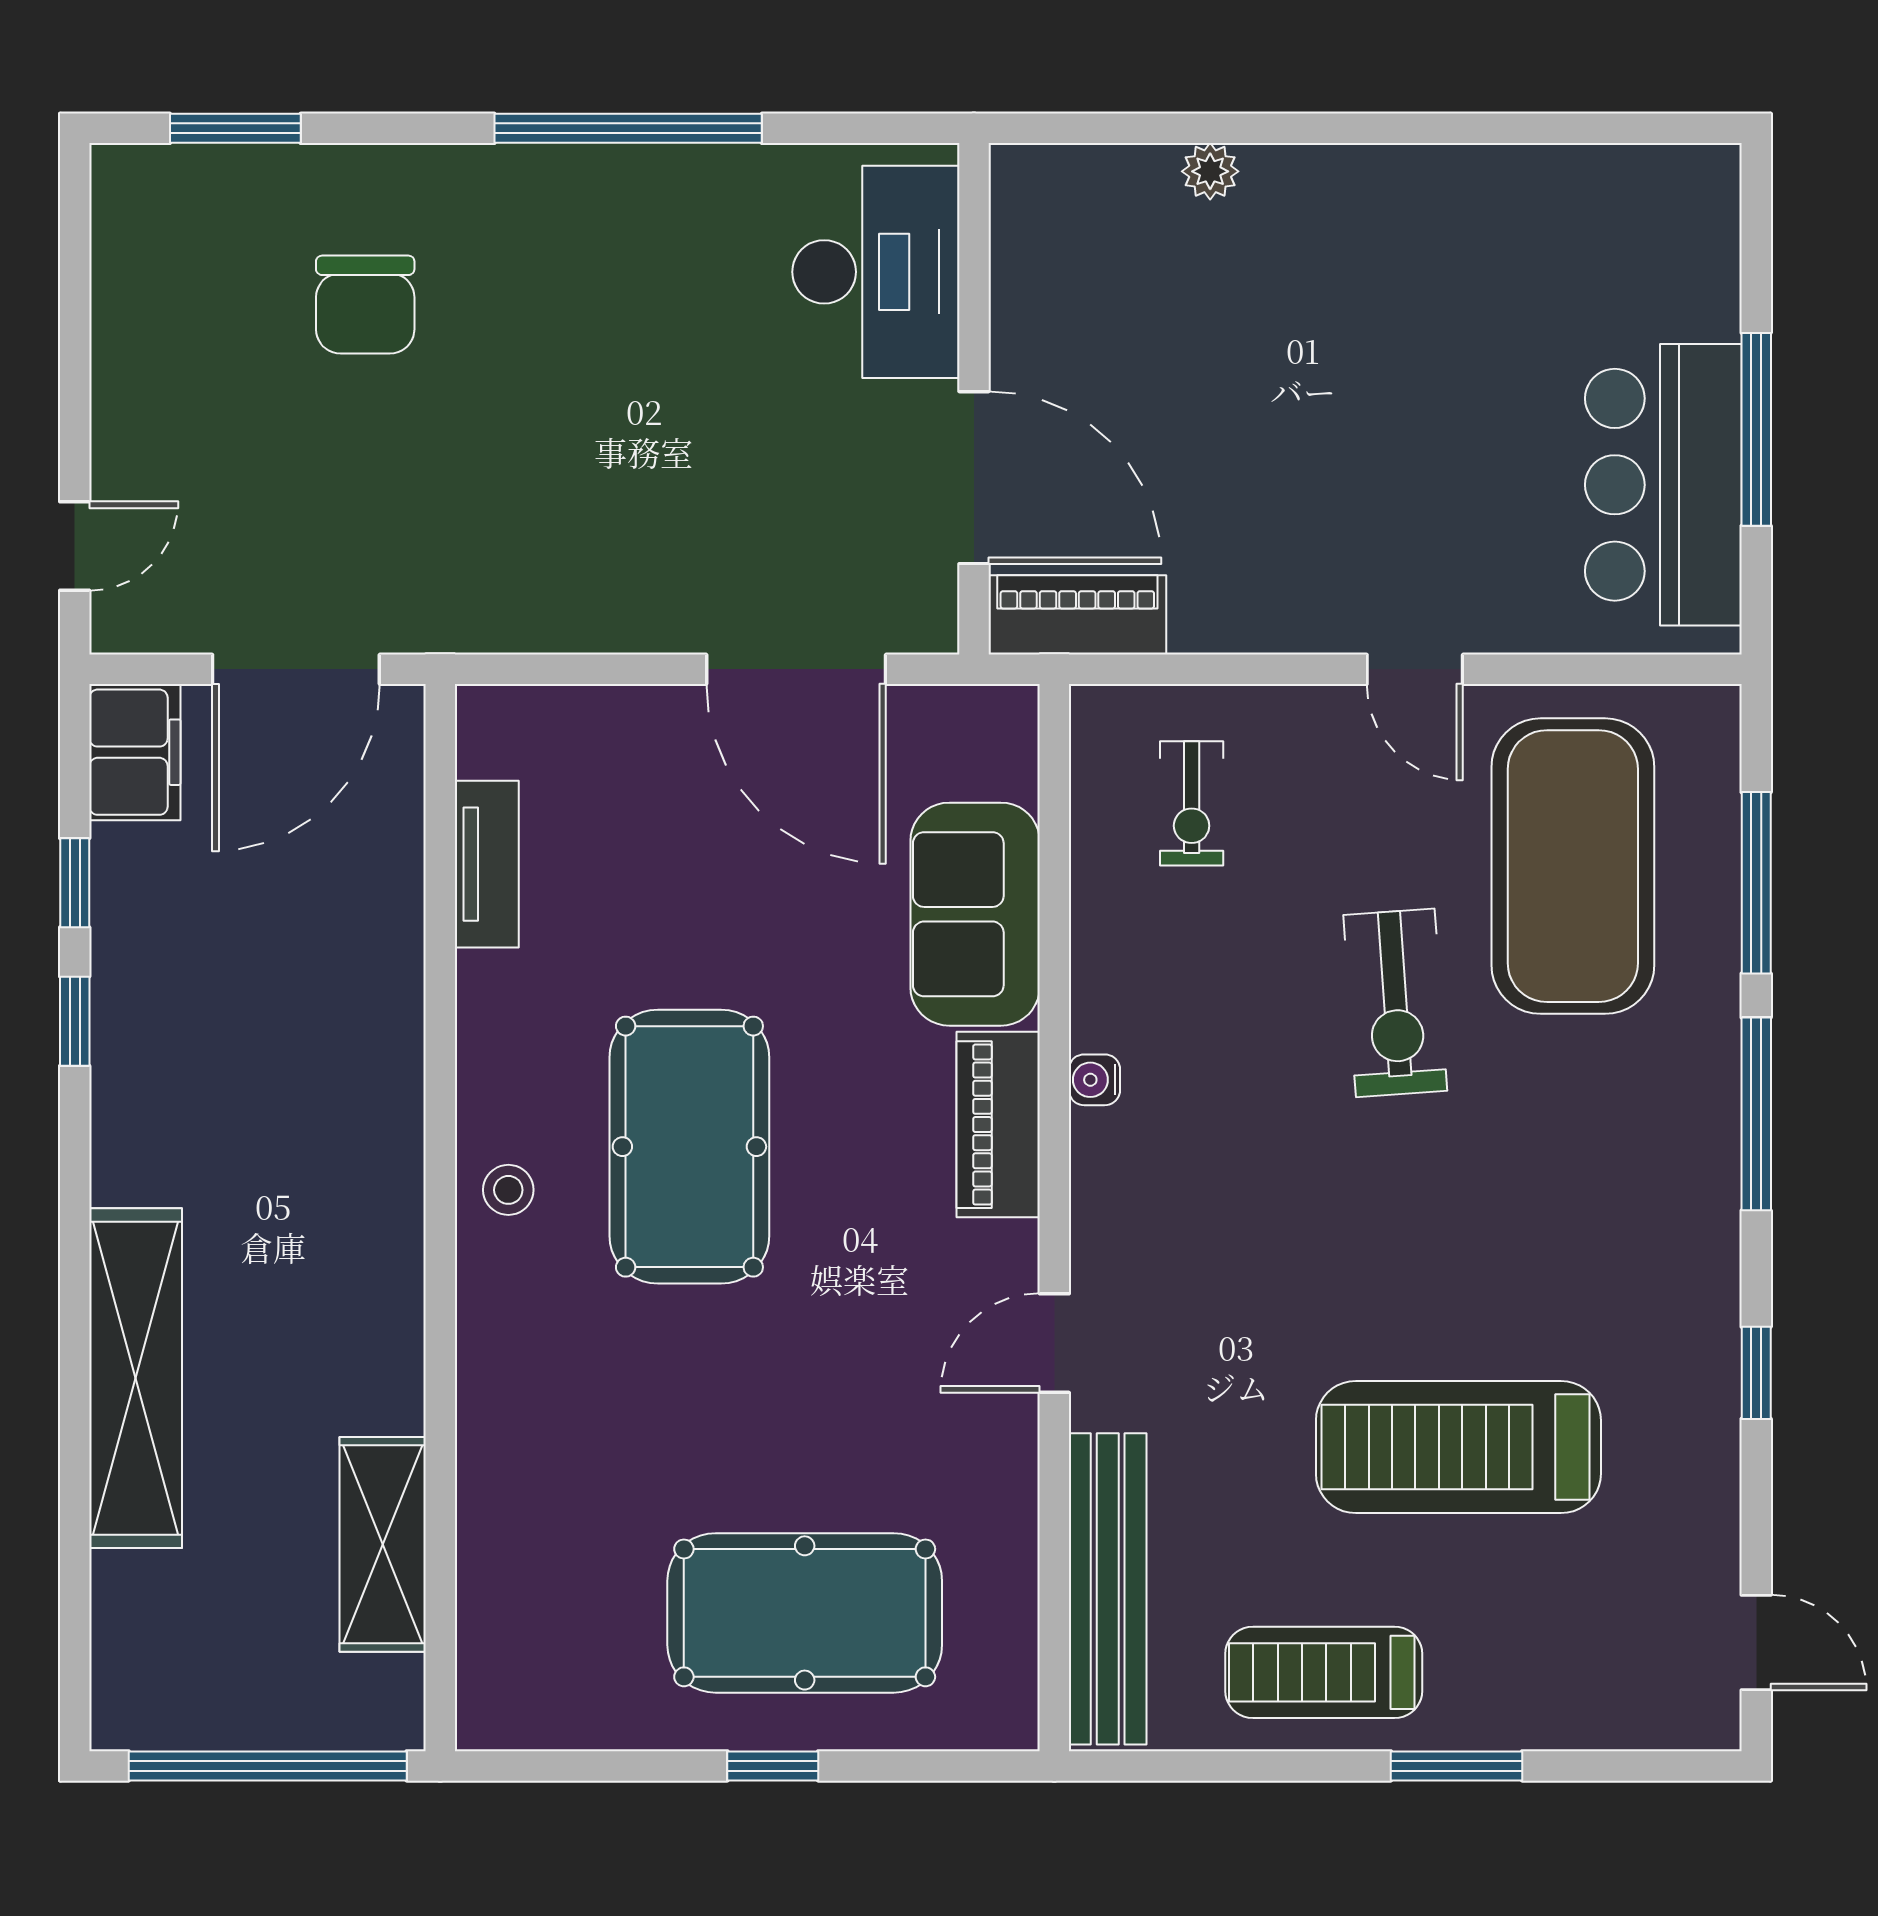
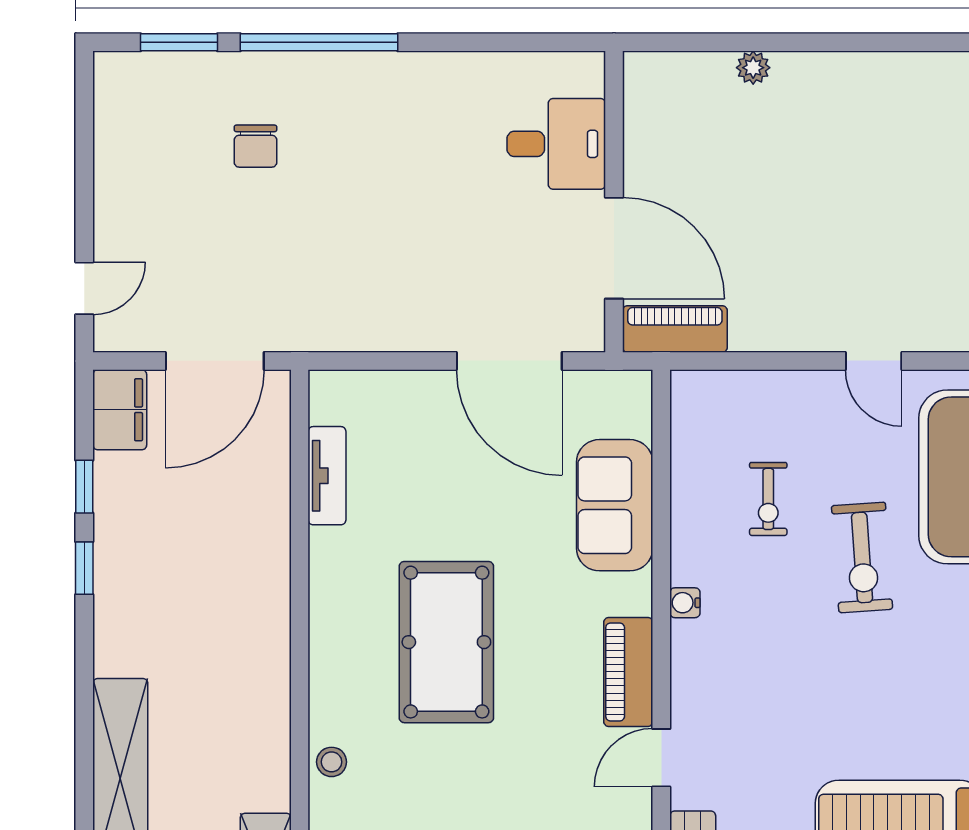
window: (628, 128) -> (319, 42), moved
desk: (876, 272) -> (556, 144), width x0.73
chair: (365, 305) -> (255, 146), width x0.73, depth x0.73
exercise bike: (1192, 803) -> (768, 499), moved
piano: (998, 1125) -> (628, 672), moved
stool: (508, 1190) -> (332, 762), moved

